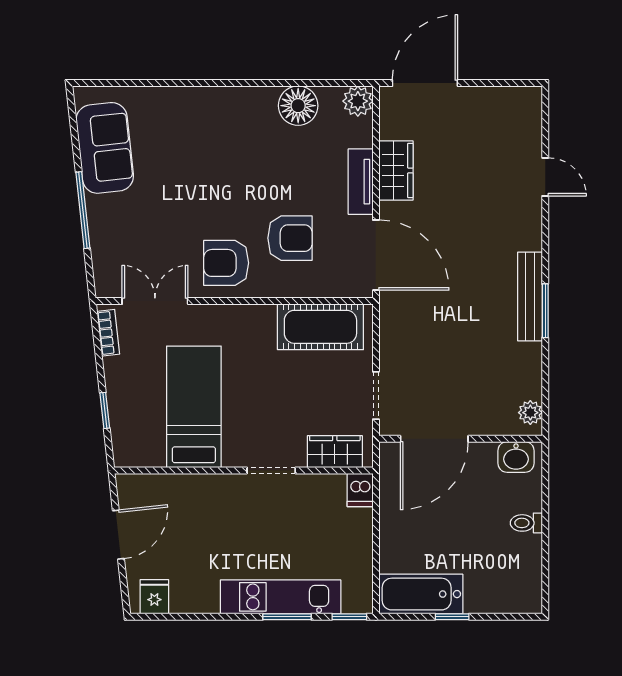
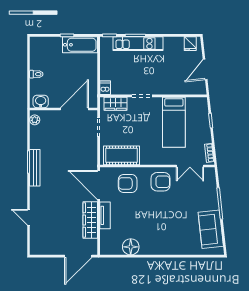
plant: (358, 101) -> (106, 249), removed
wardrobe: (396, 170) -> (90, 220), width x1.50
armchair: (290, 238) -> (128, 183), moved

